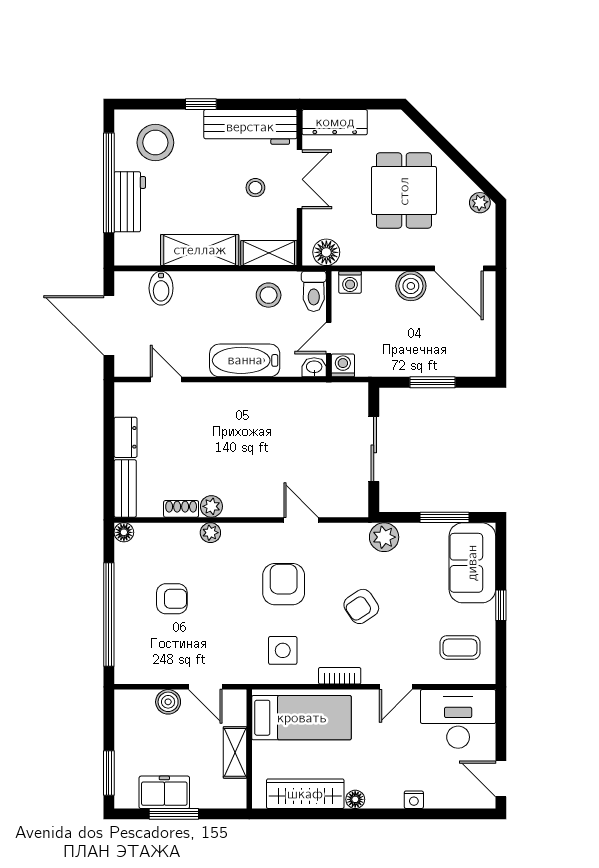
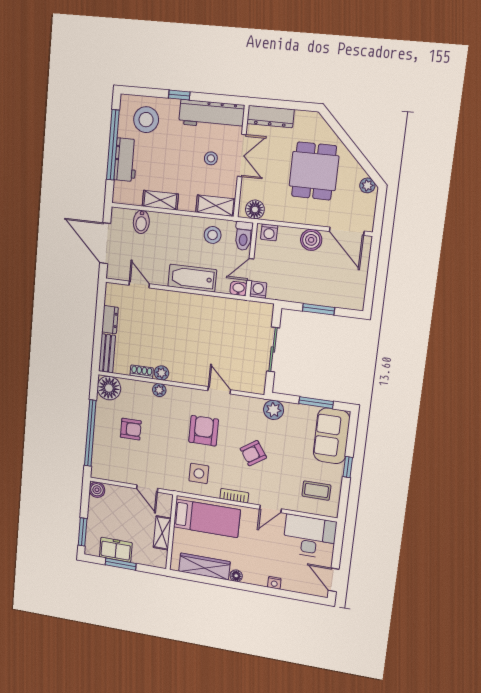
shelving: (200, 250) -> (160, 200), width x0.67, depth x0.75
floor lamp: (124, 532) -> (109, 388), width x1.89, depth x1.89
boiler: (168, 702) -> (97, 490), moved

